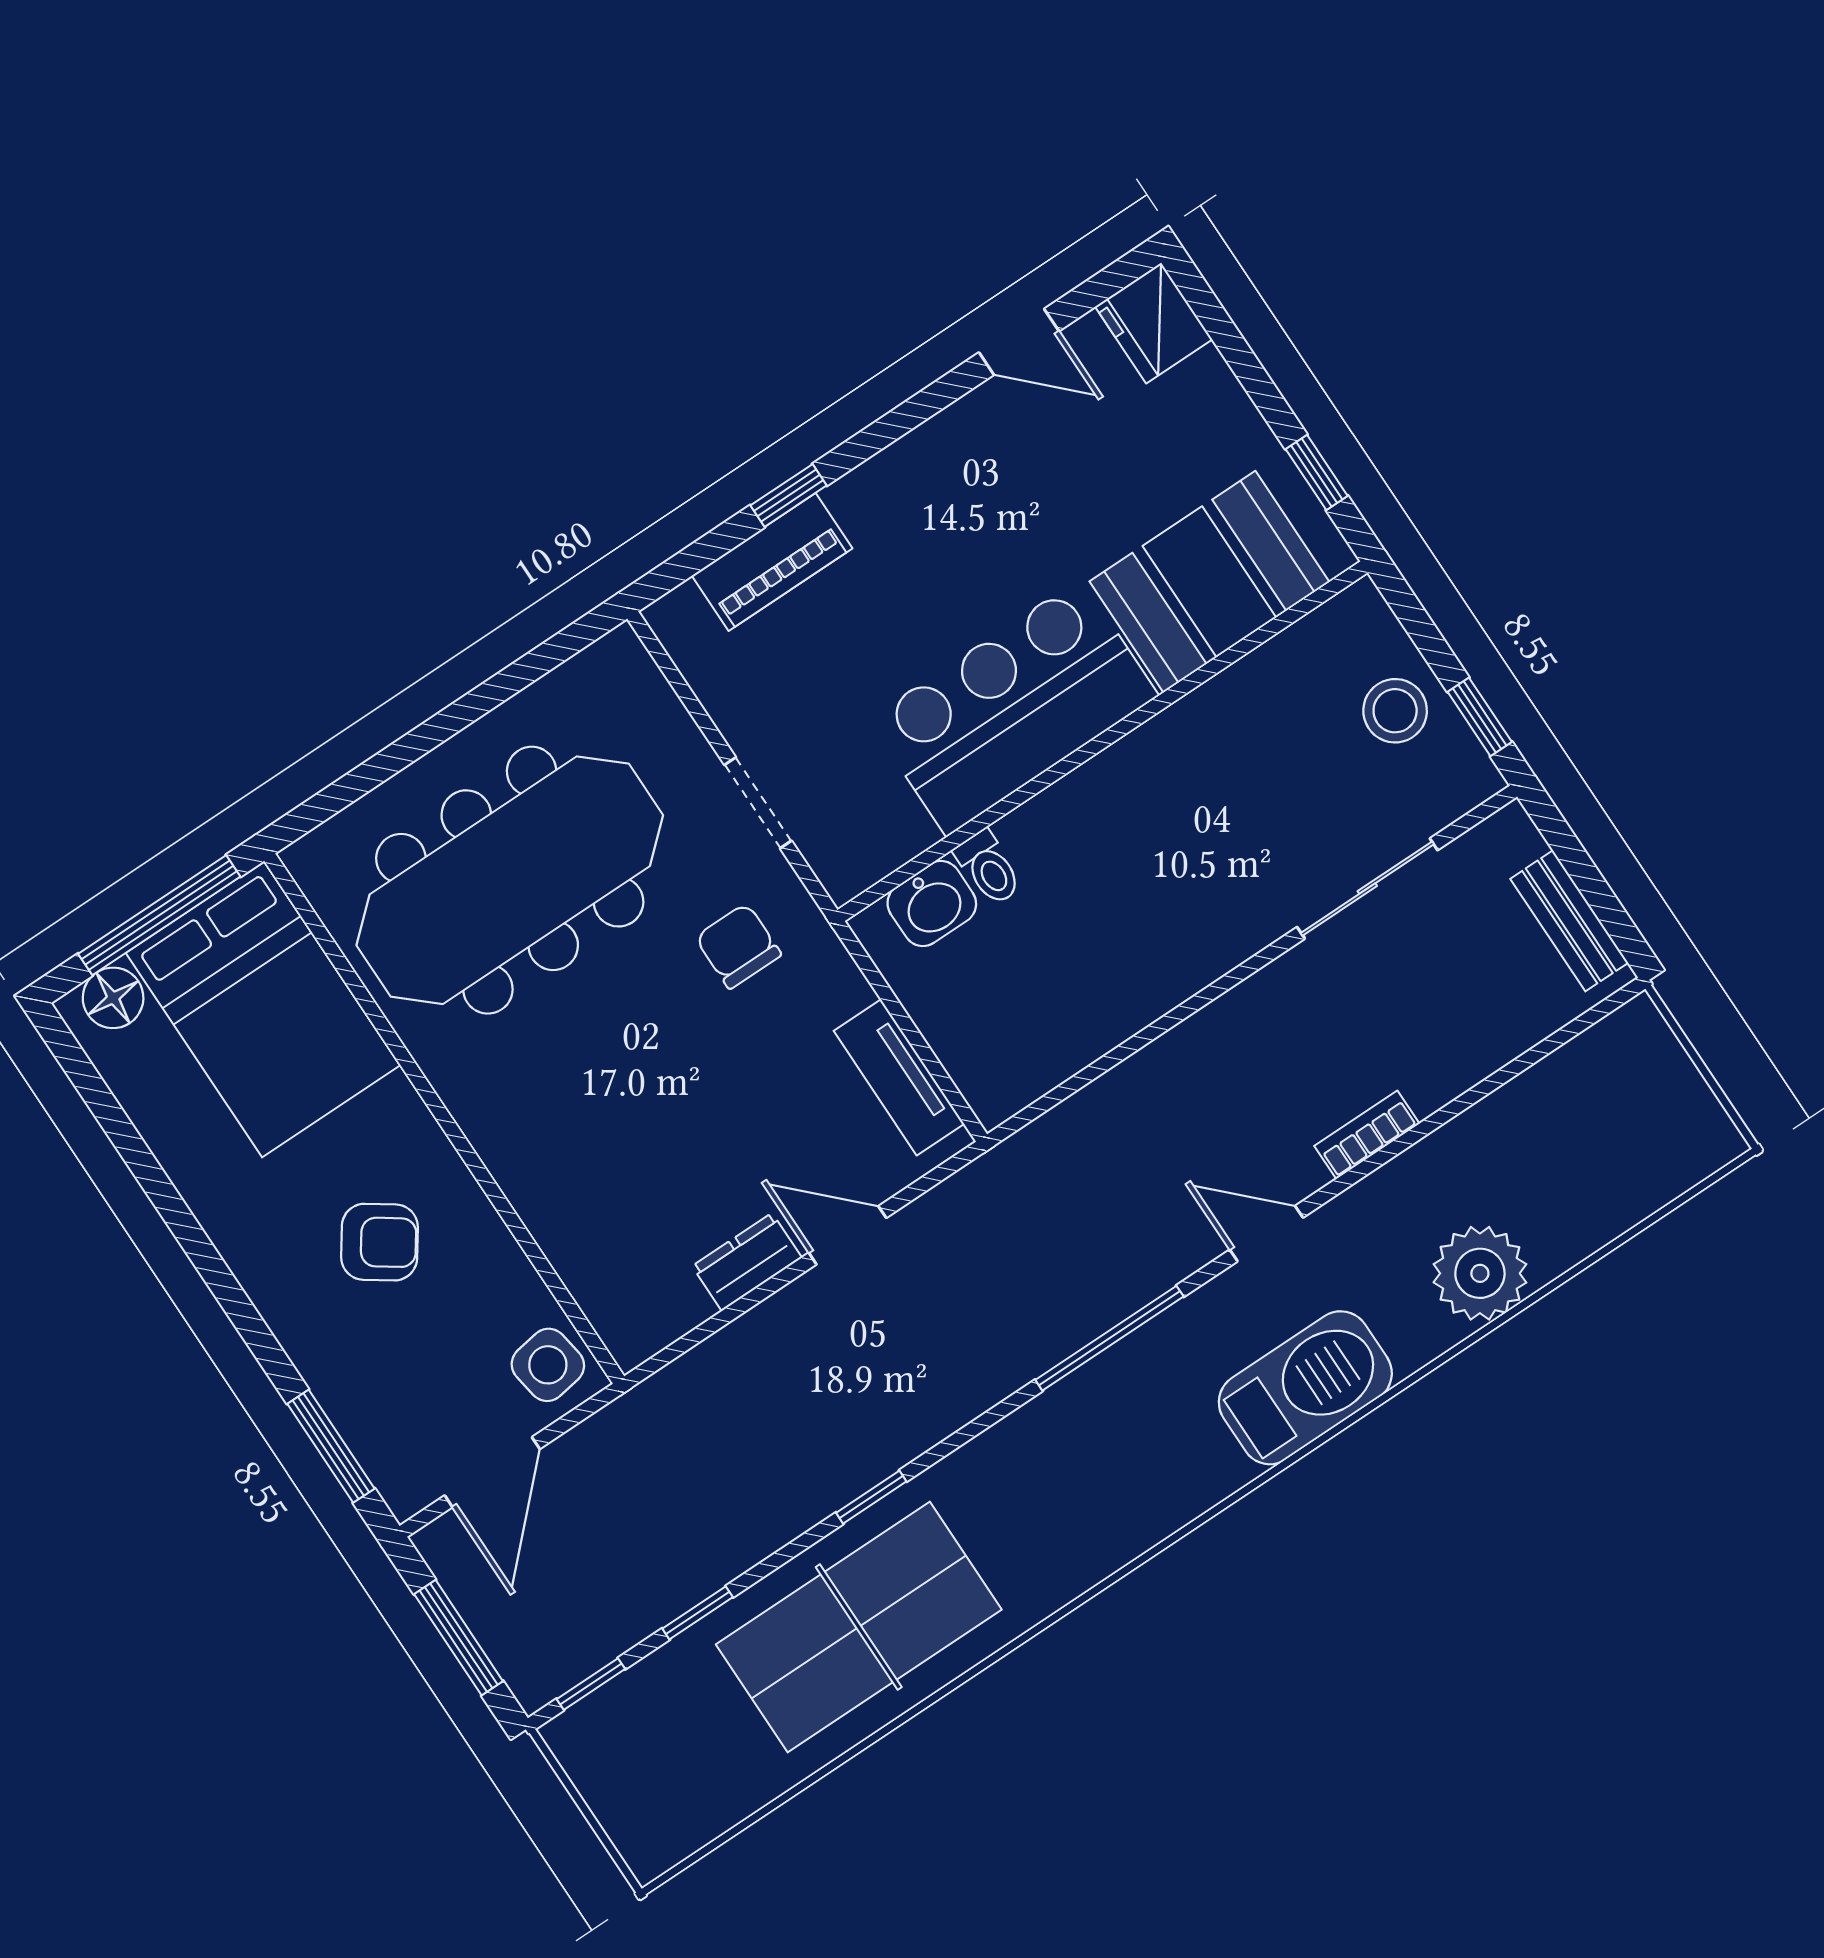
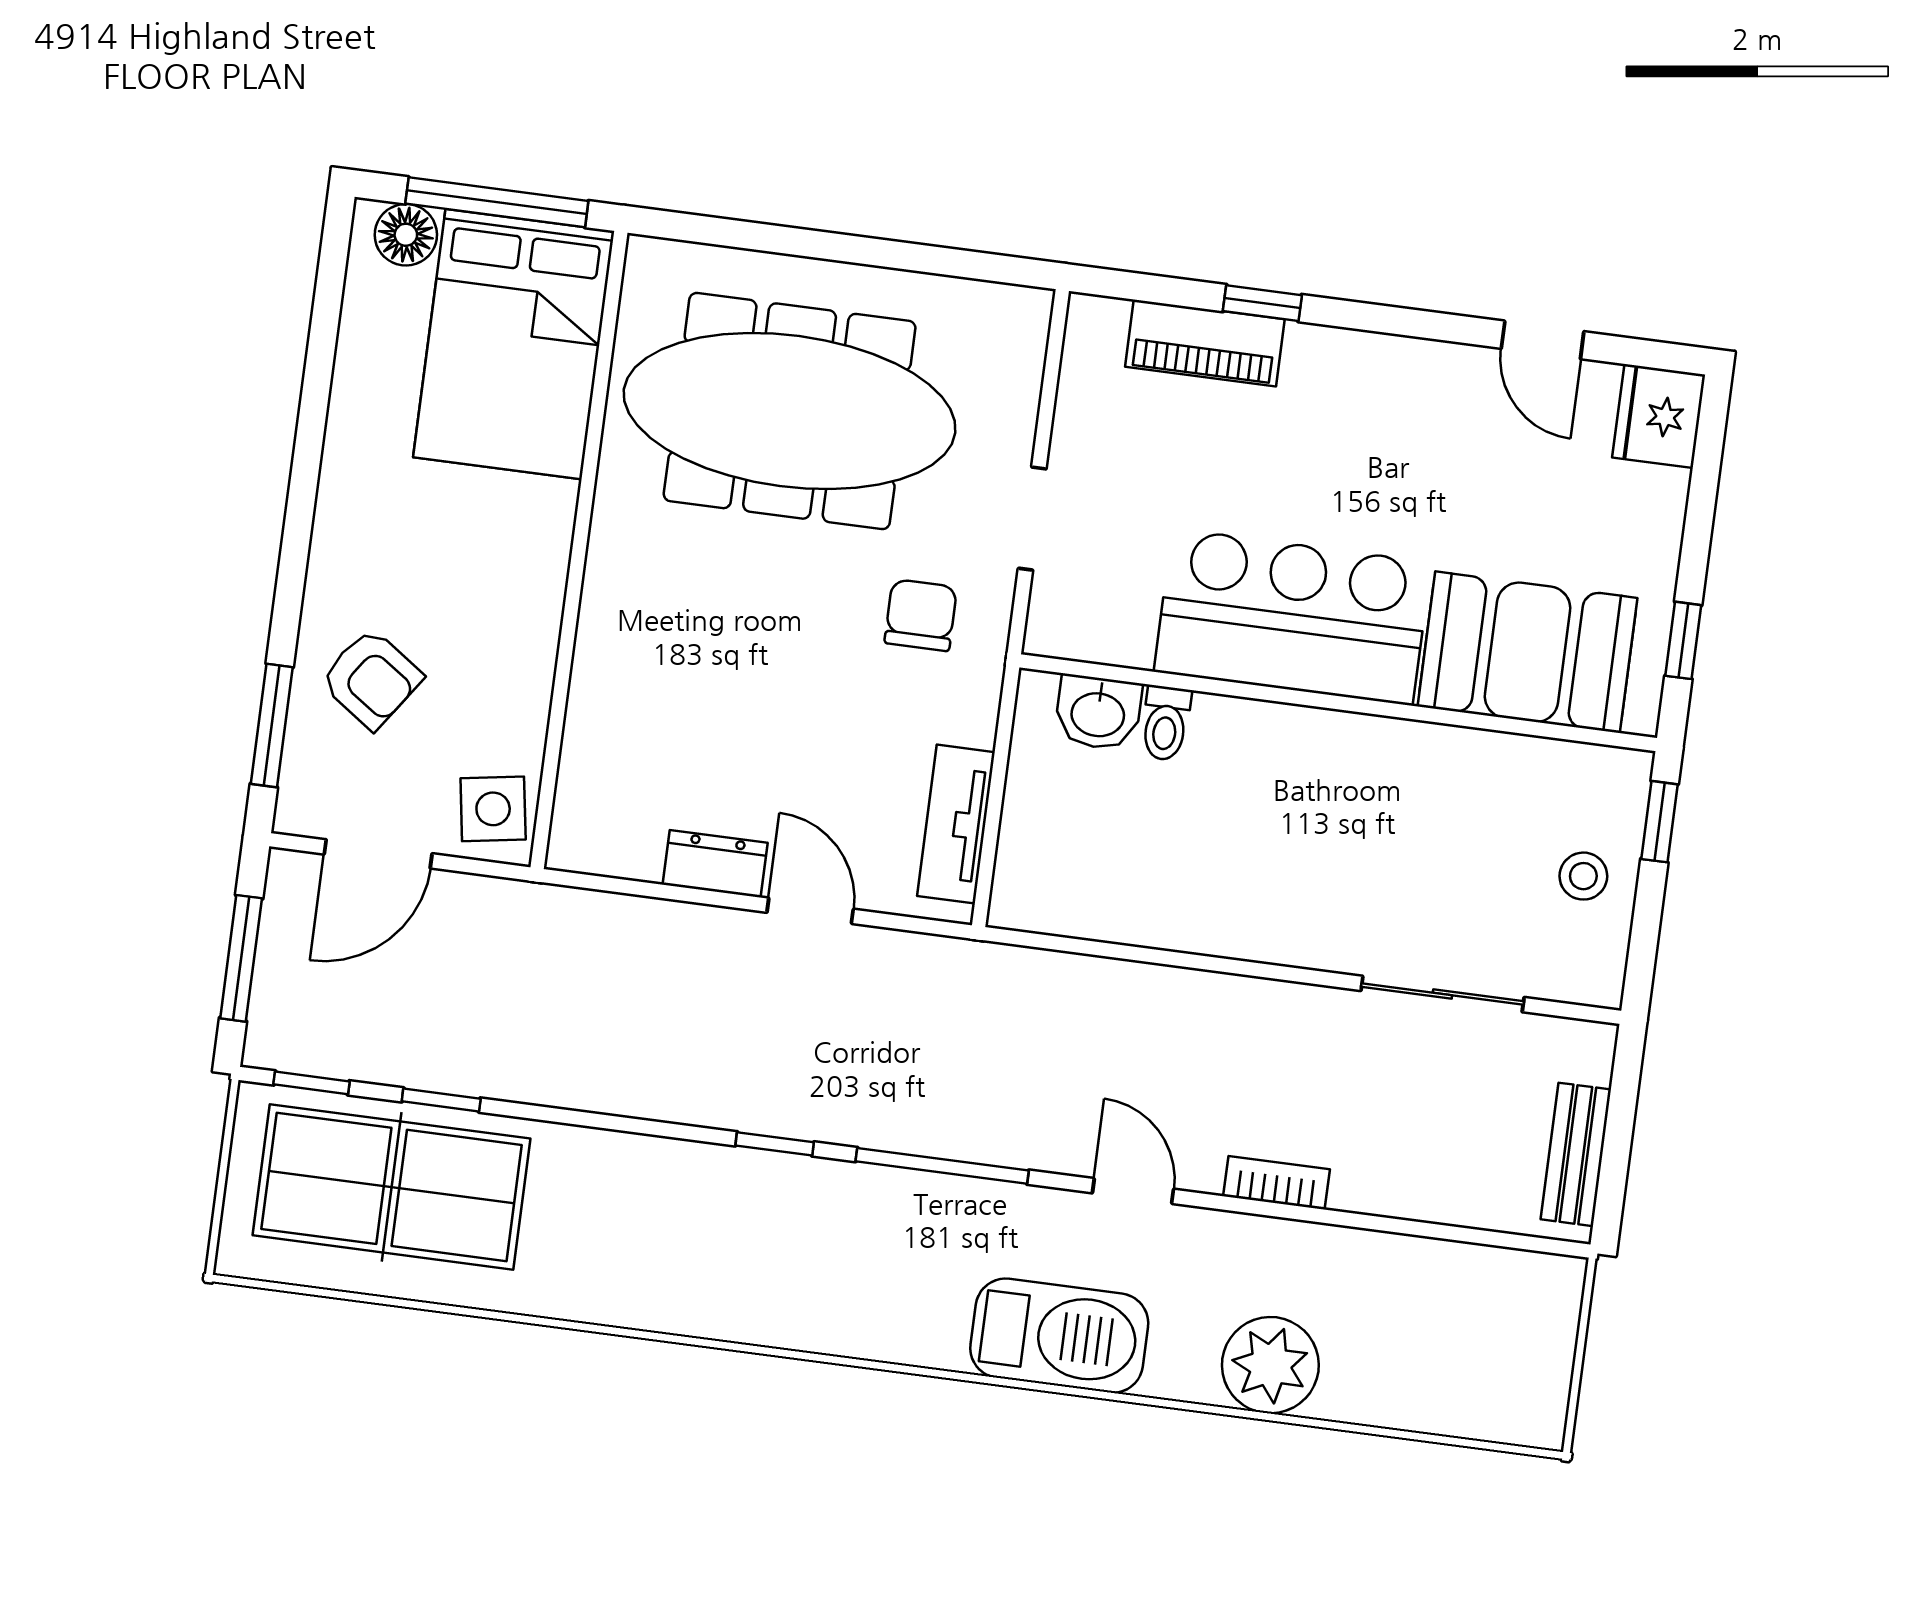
stool: (1395, 711) -> (1583, 876), width x0.73, depth x0.73
window: (1480, 717) -> (1659, 822), moved
armchair: (379, 1242) -> (371, 679), moved
window: (871, 1497) -> (775, 1144), moved
table tennis table: (859, 1627) -> (392, 1187), moved

